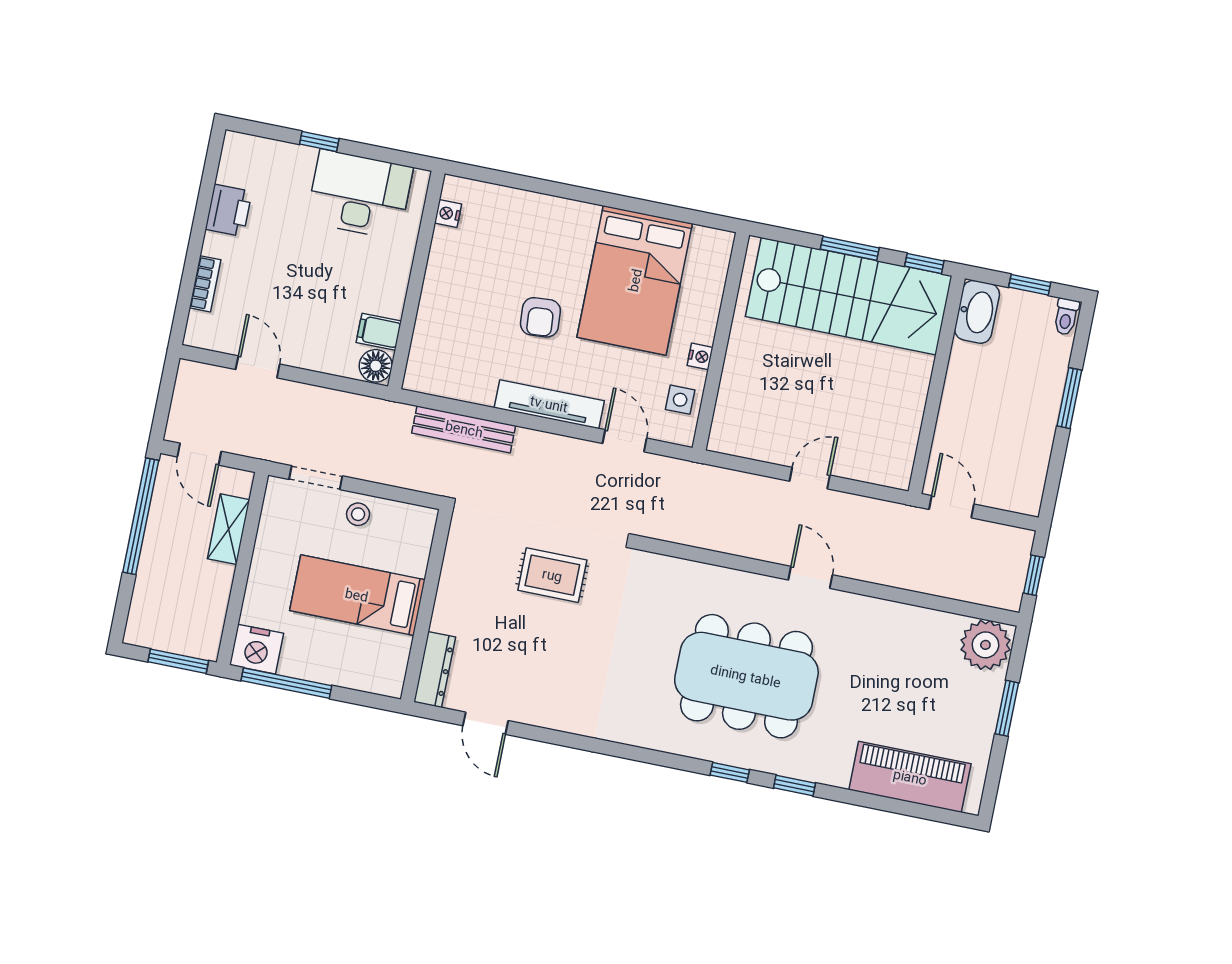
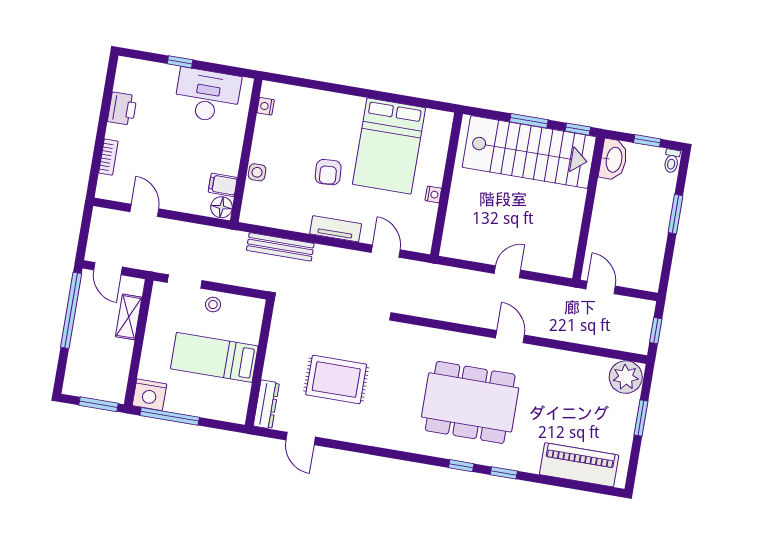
side table: (680, 400) -> (257, 172), moved
tv unit: (549, 404) -> (336, 229), width x0.71
rug: (552, 575) -> (336, 380), moved, width x1.36, depth x1.43

